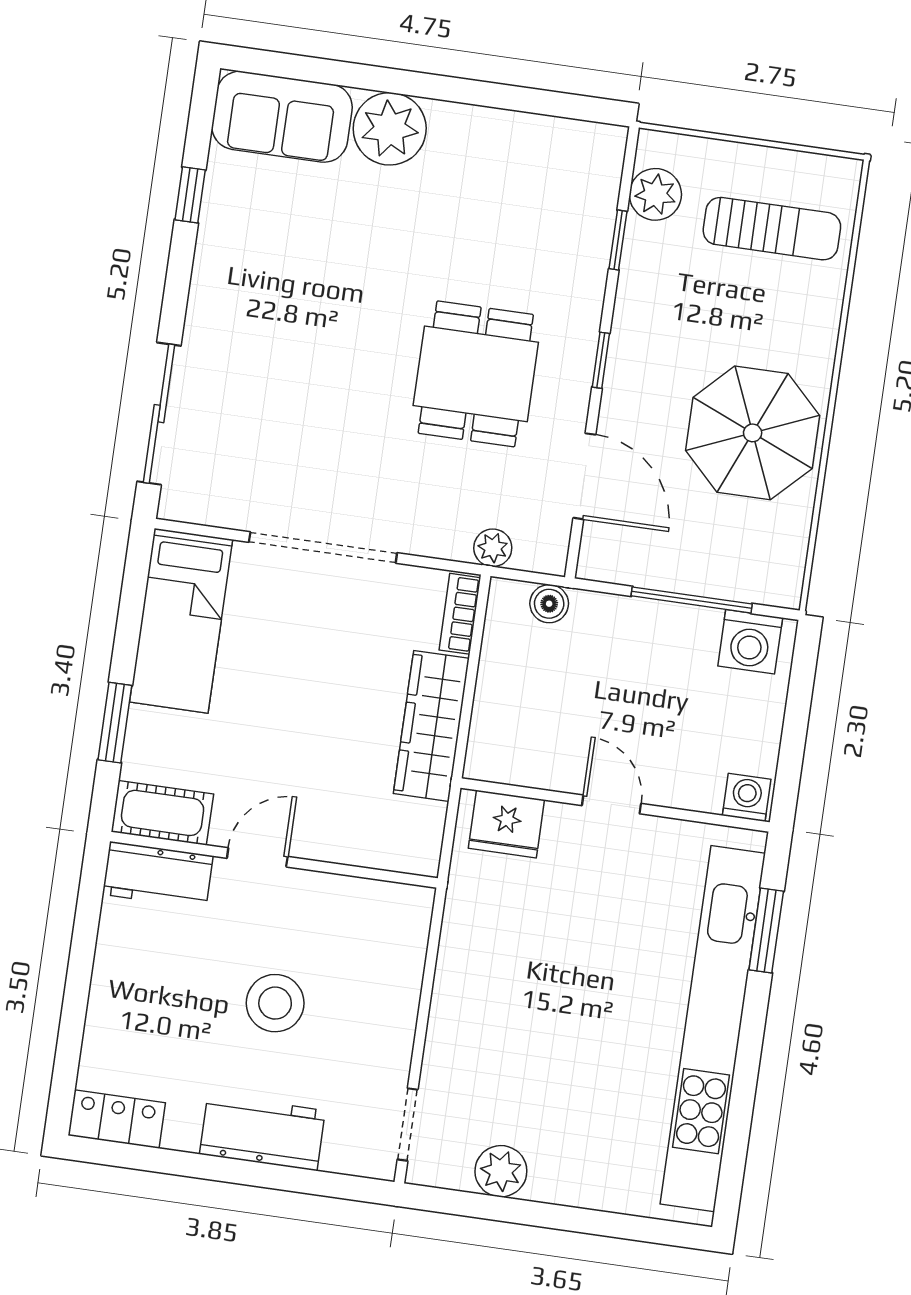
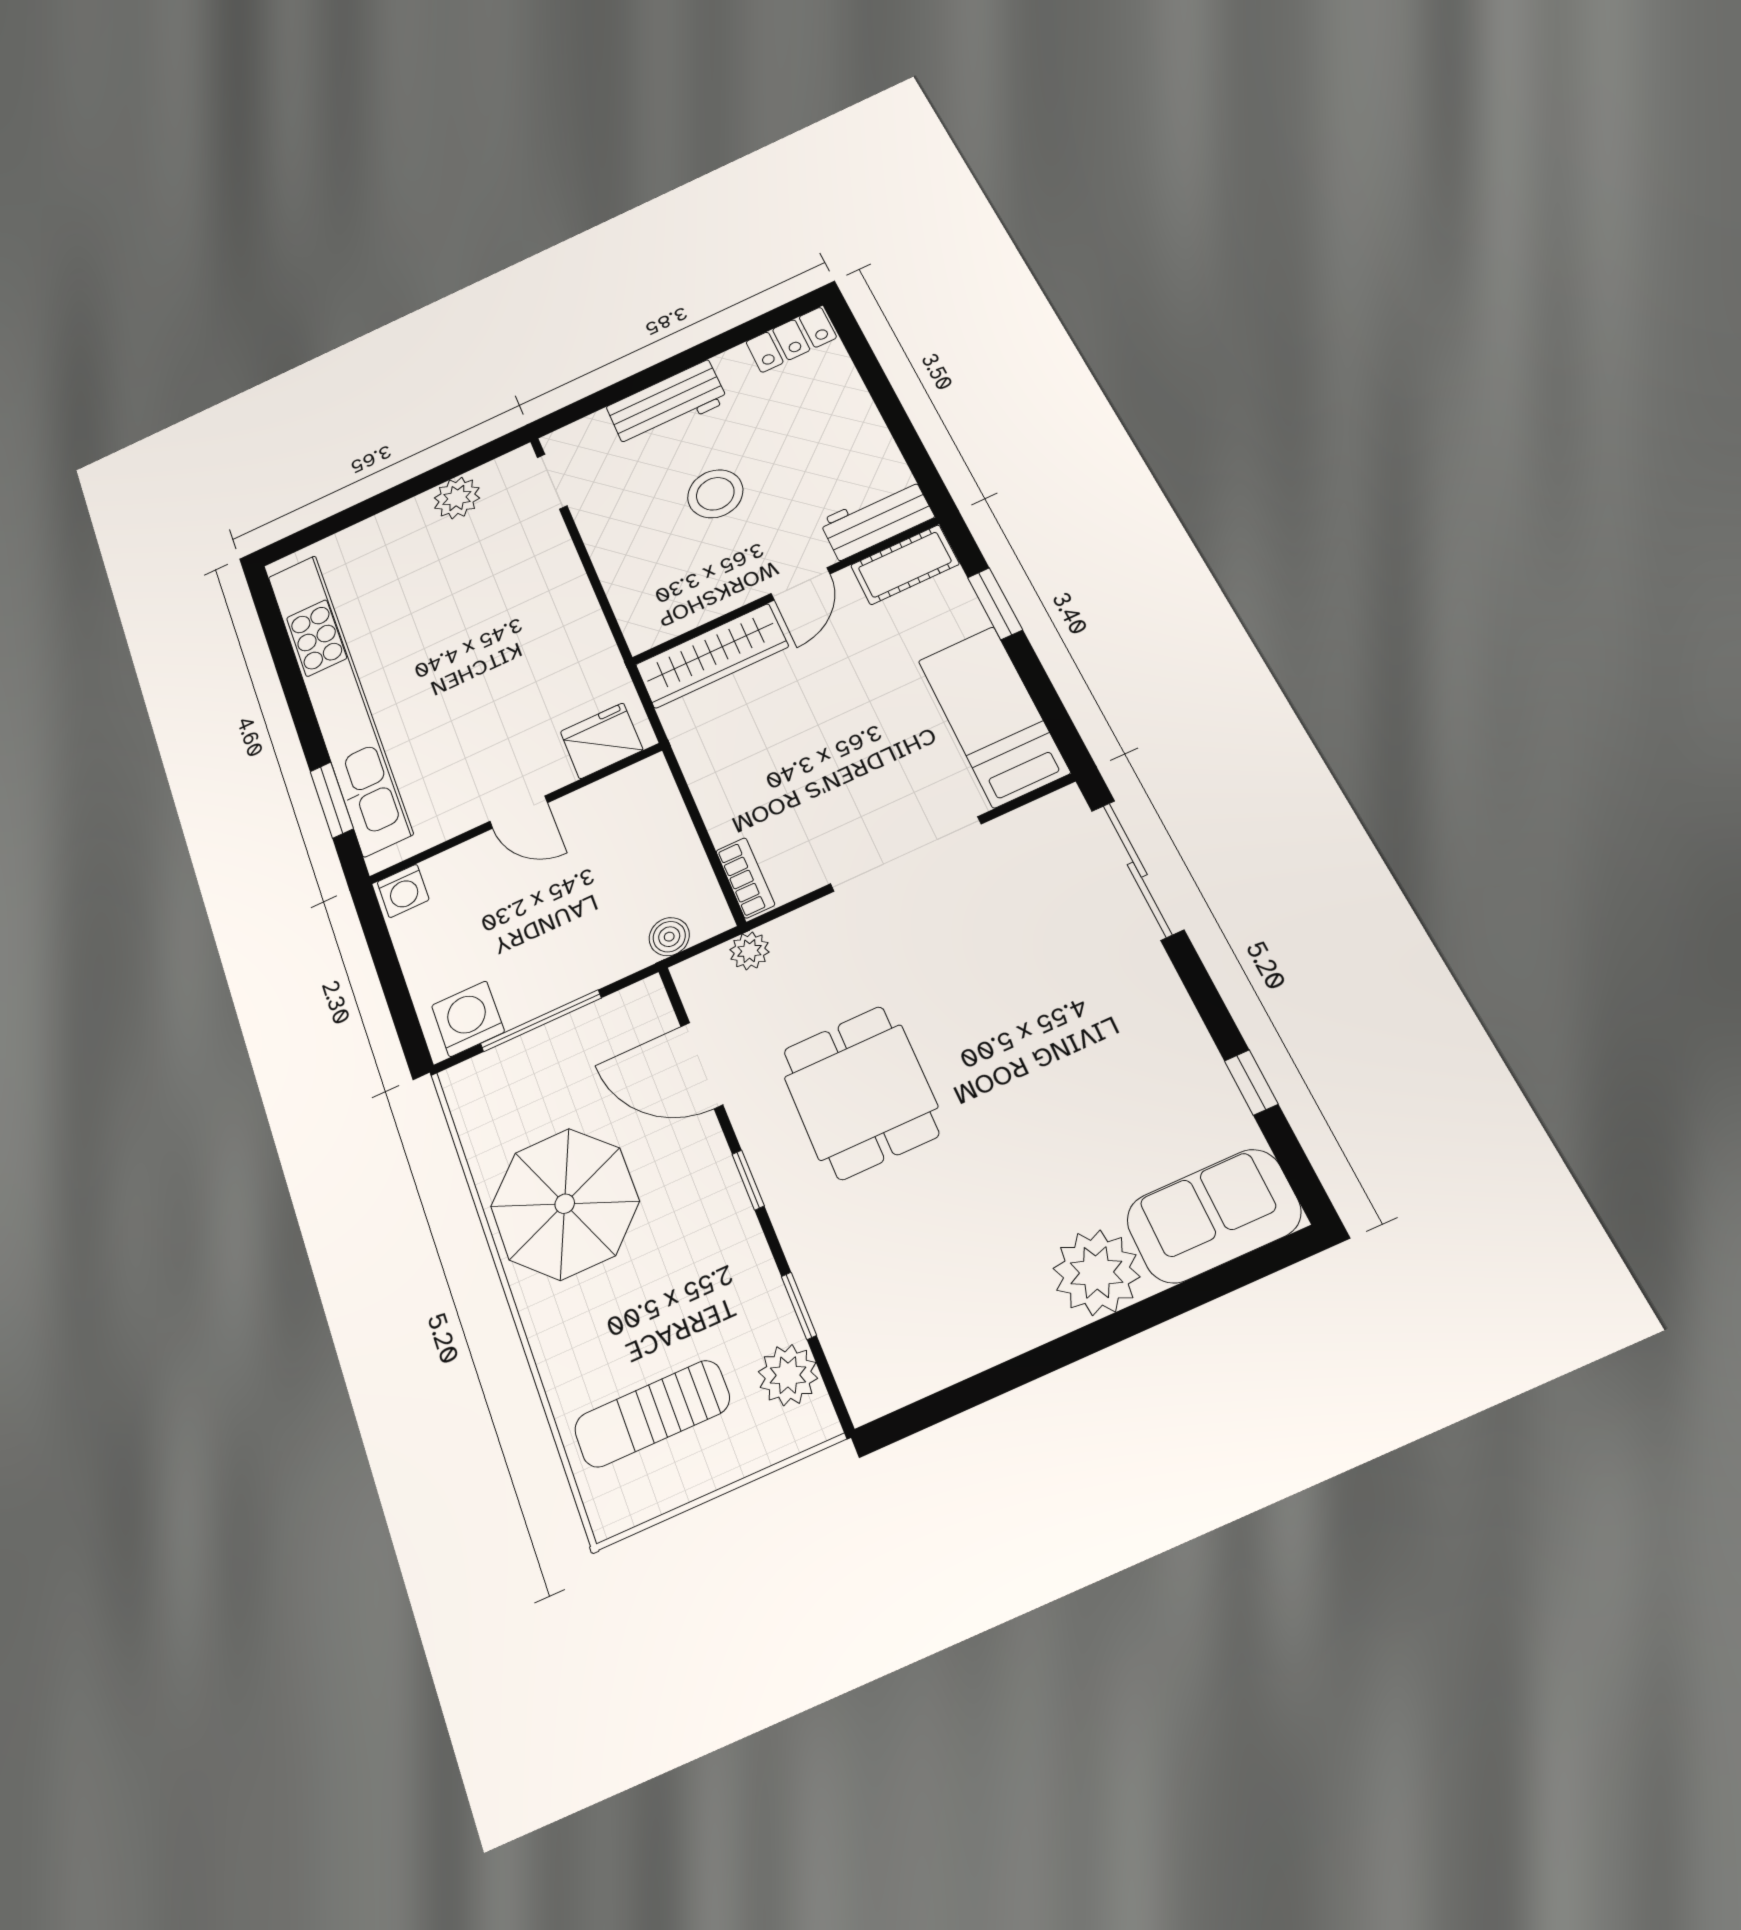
wardrobe: (431, 726) -> (712, 656), moved, turned 90

